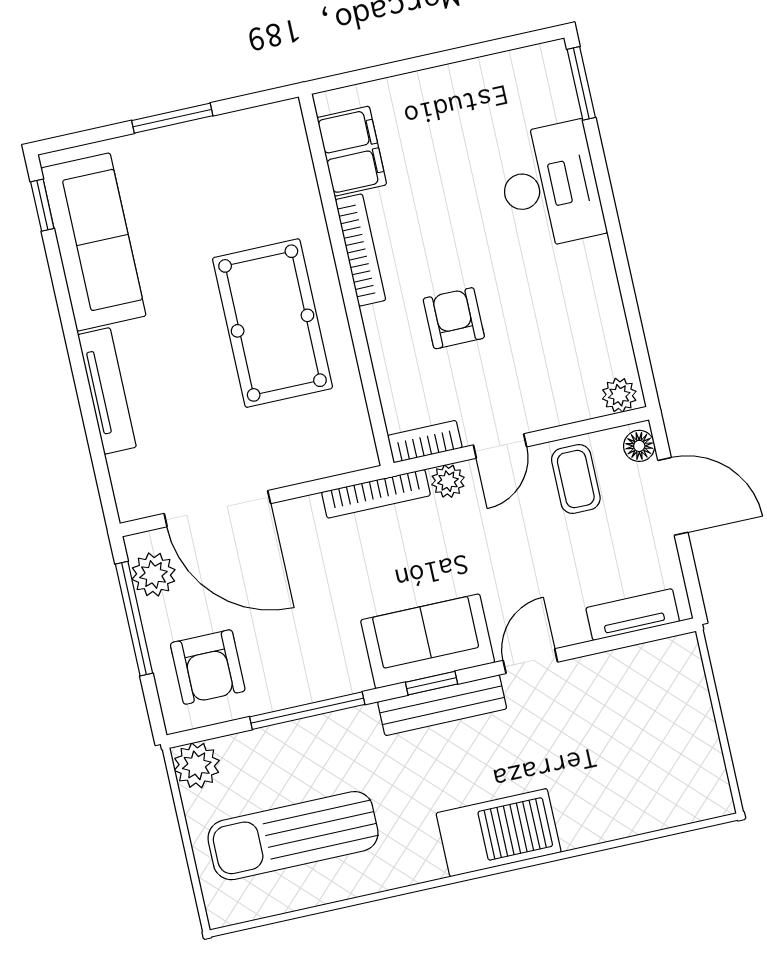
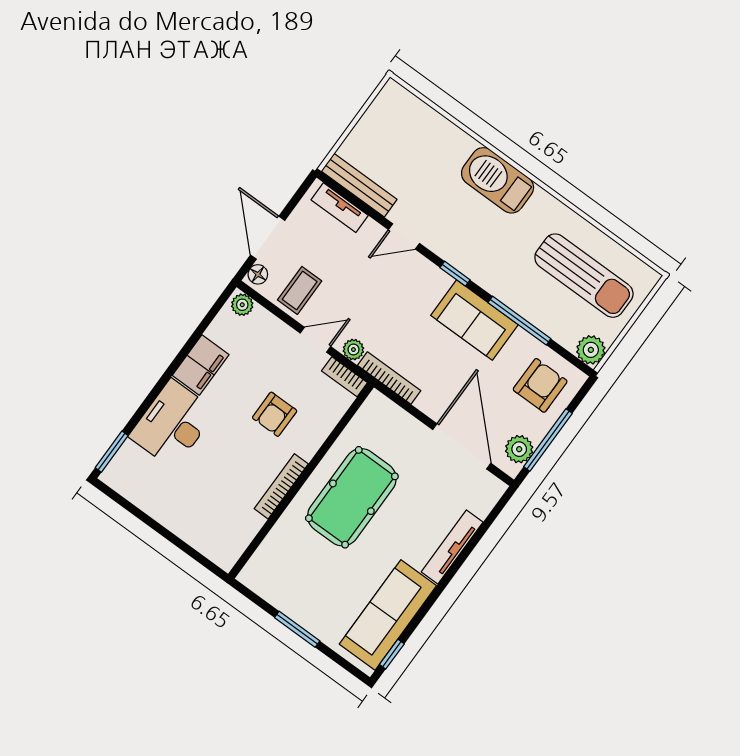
filing cabinet: (352, 151) -> (201, 365), moved, turned 180
sofa: (428, 641) -> (474, 320), moved
bench: (442, 705) -> (359, 185), moved

